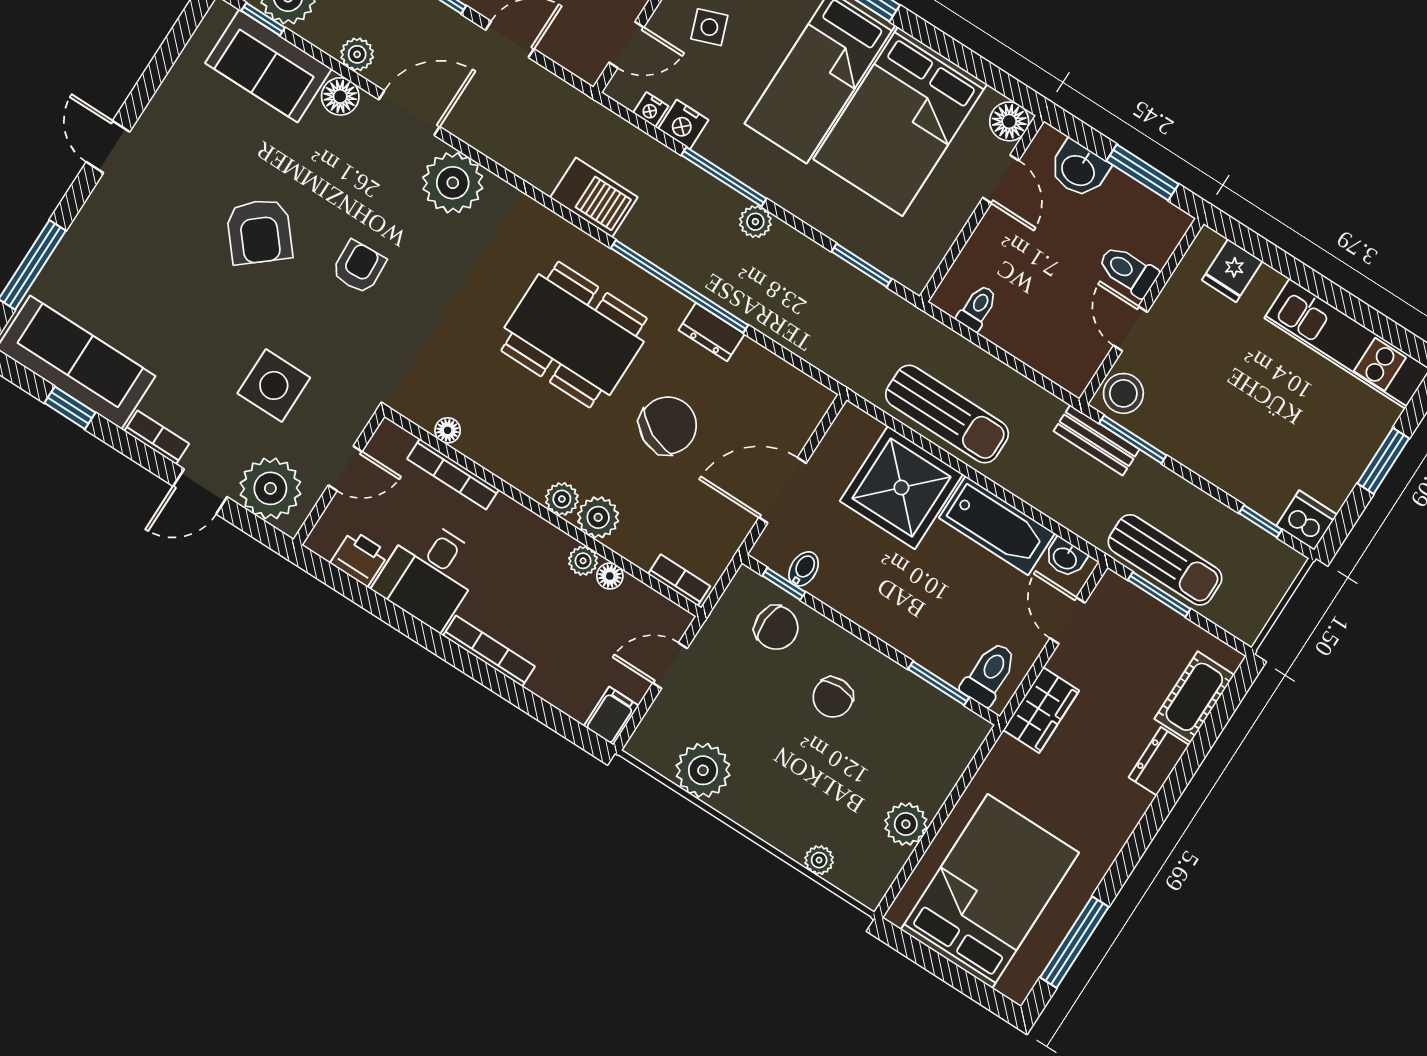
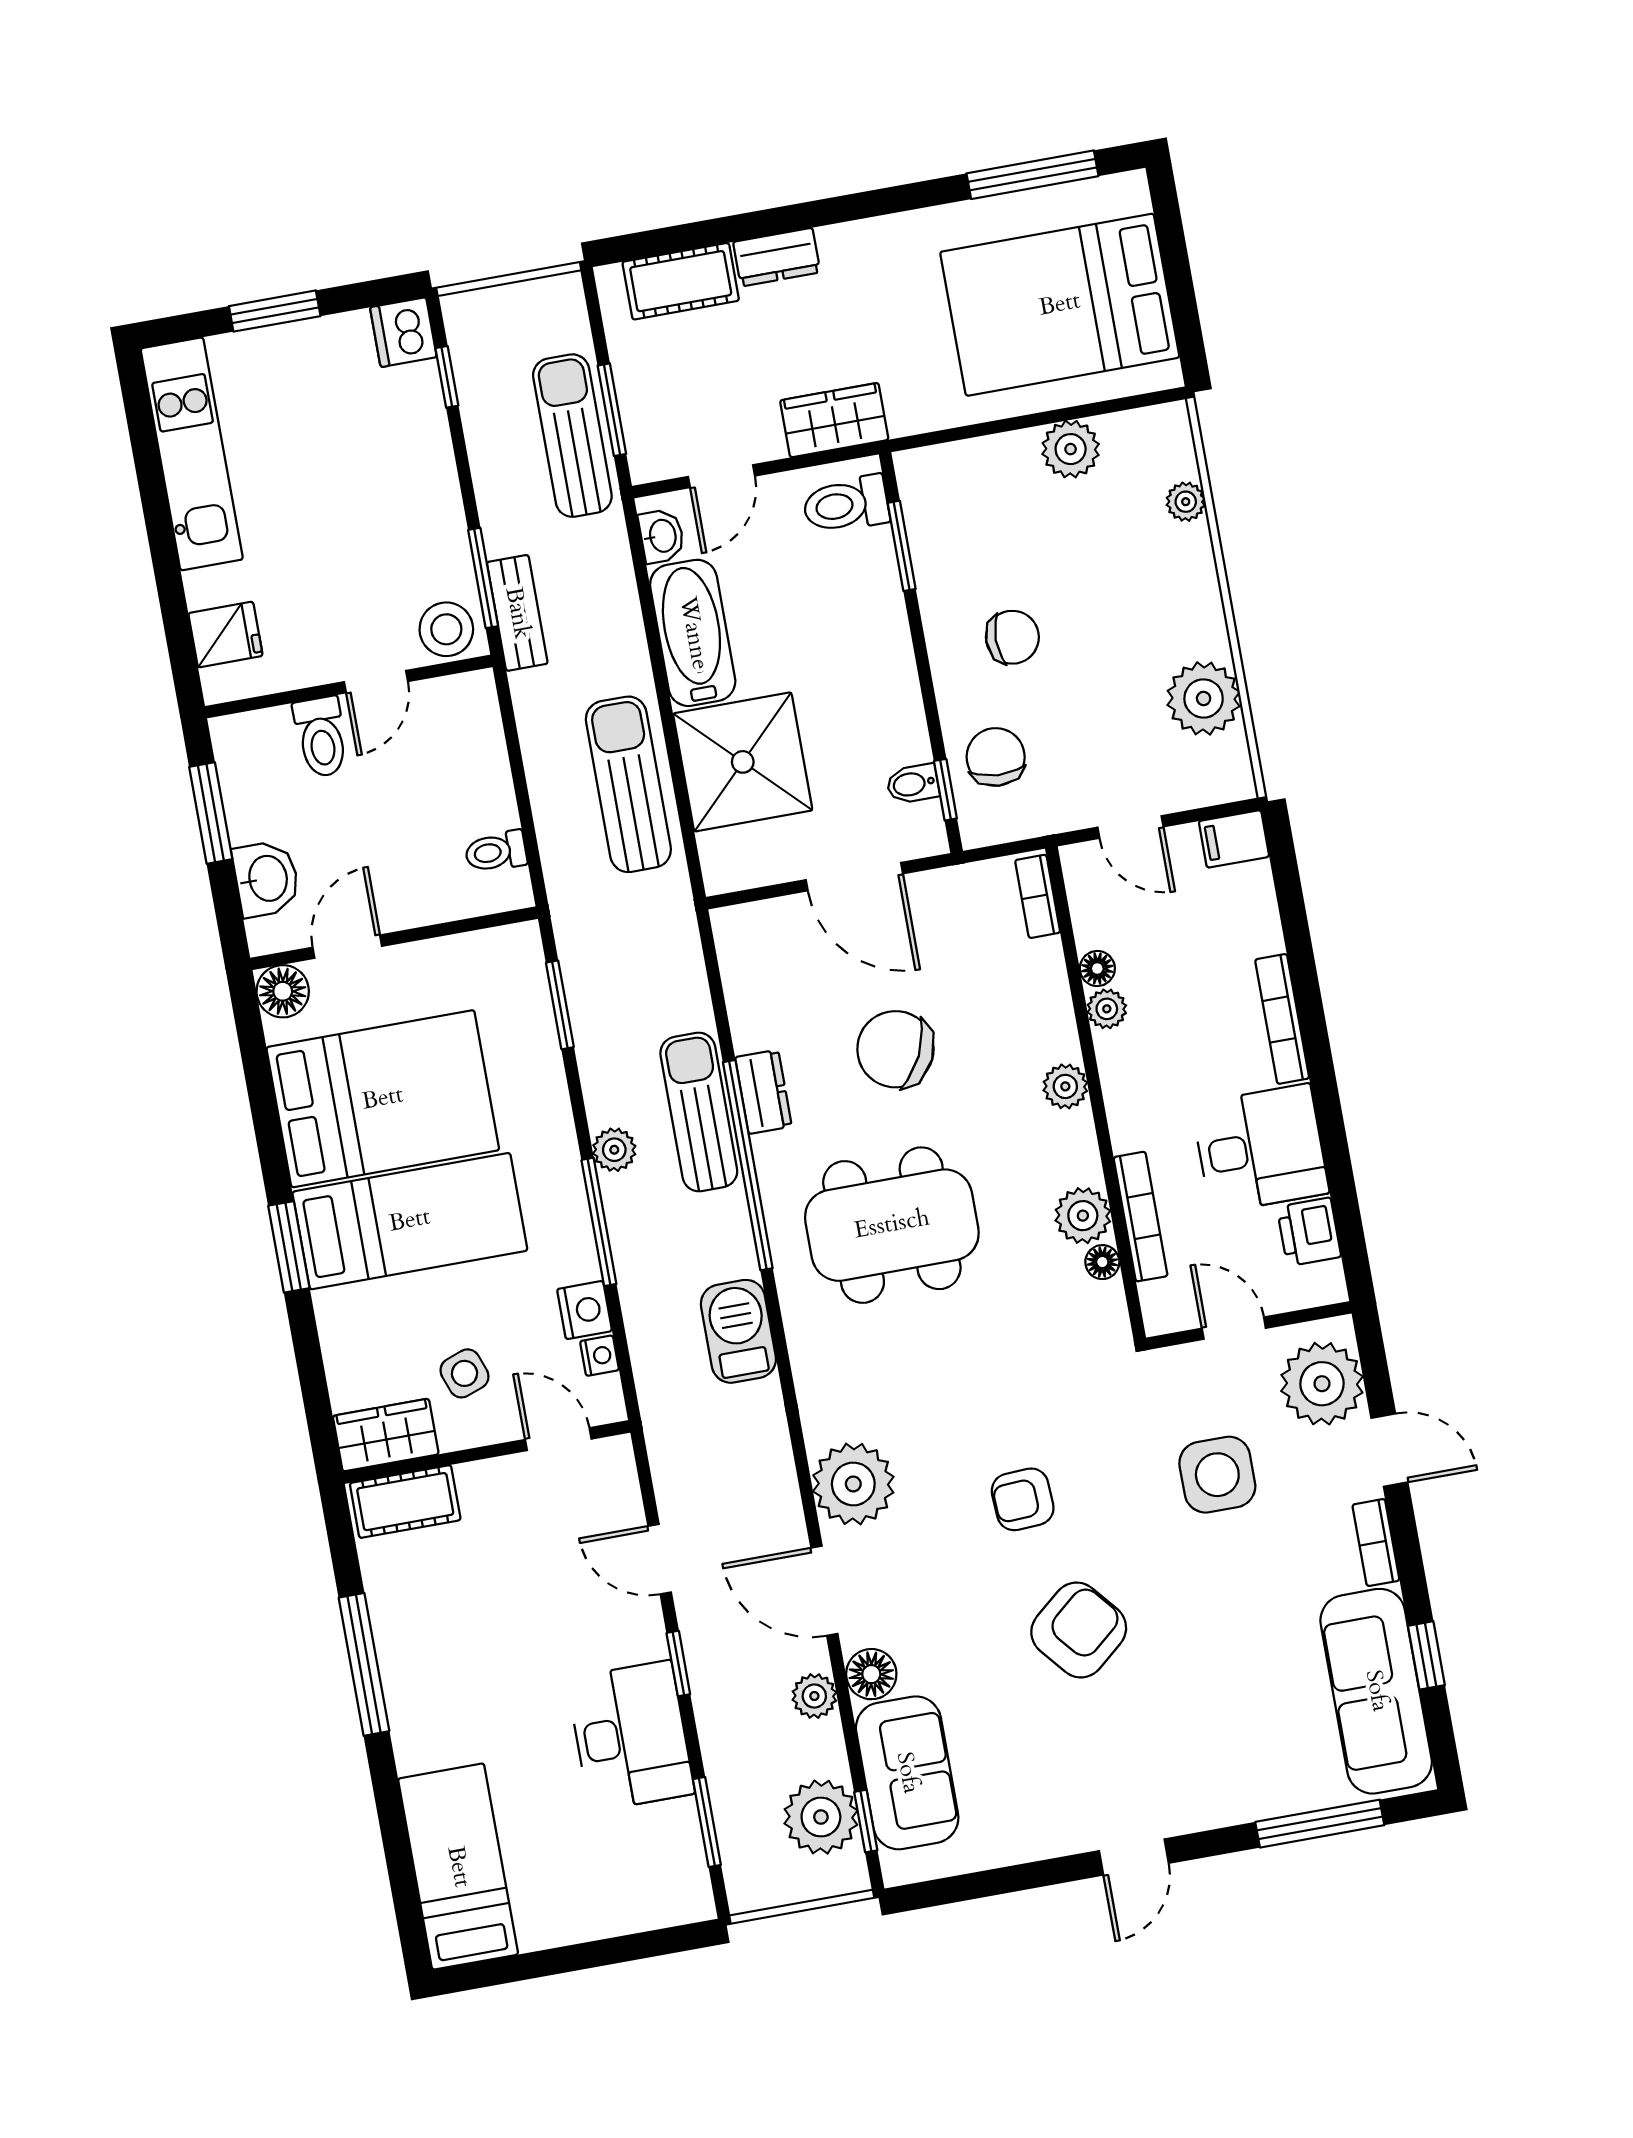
sun lounger: (733, 287) -> (699, 1112), added
dining table: (574, 335) -> (892, 1225), turned 90
plant: (598, 517) -> (1083, 1216), moved

